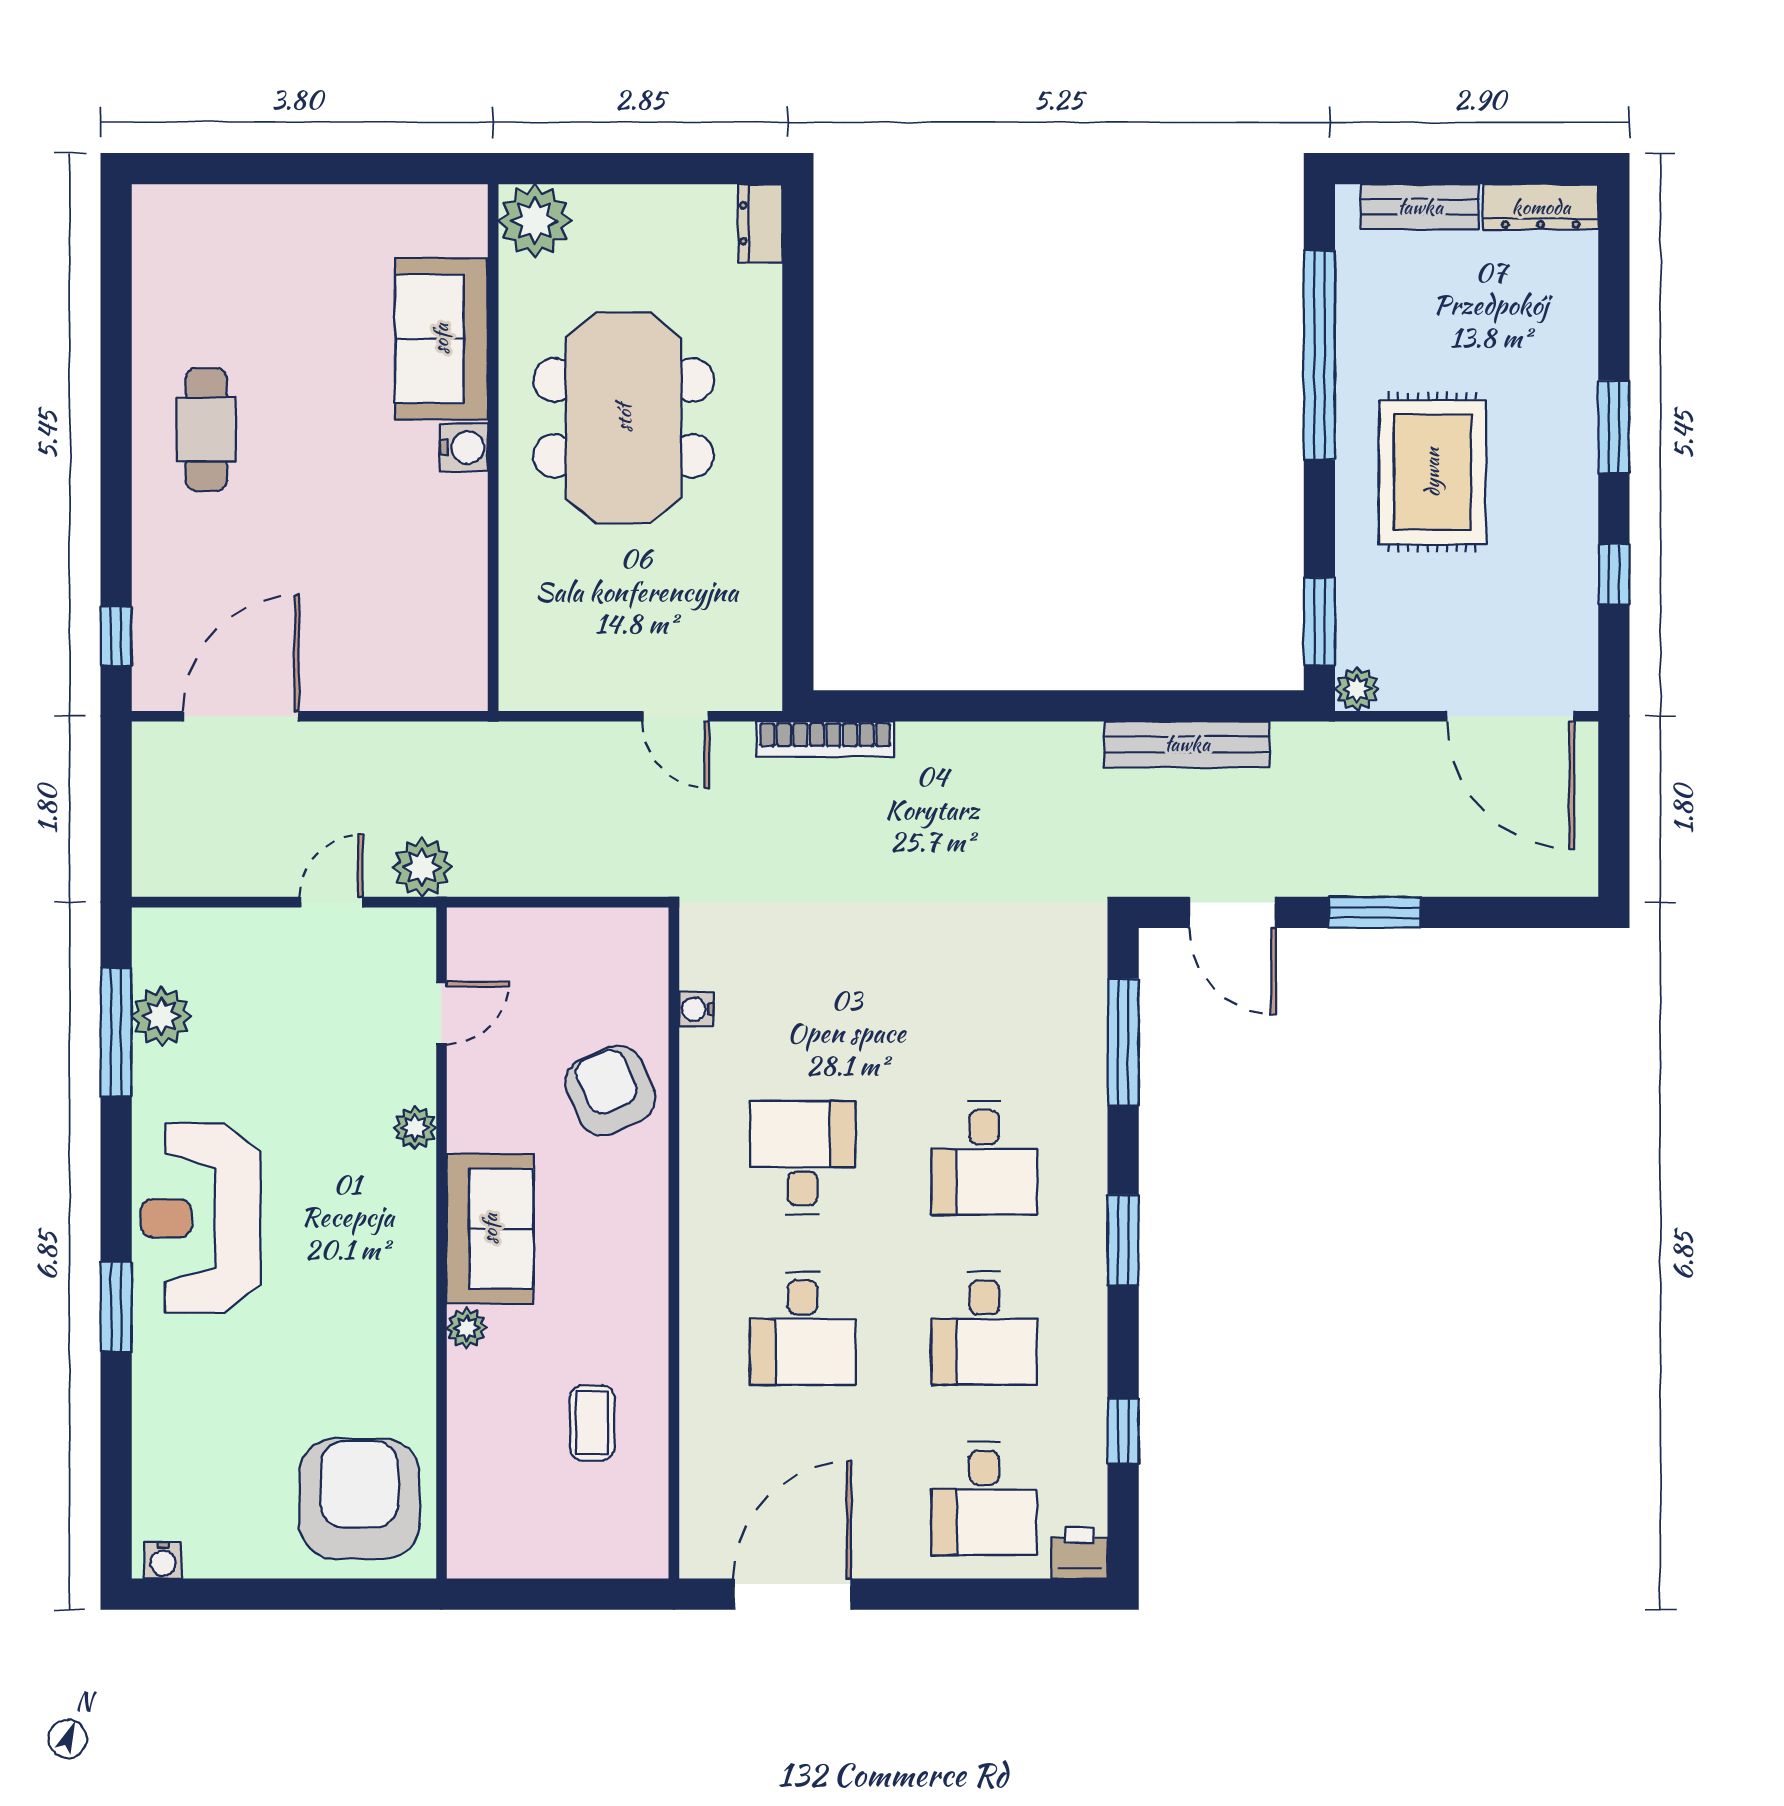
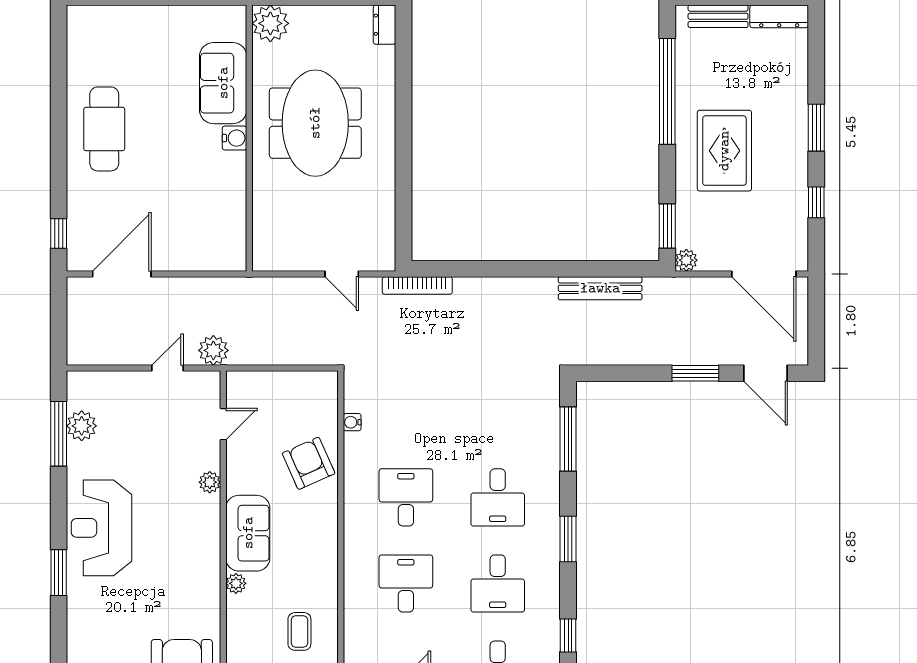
cafe table: (206, 429) -> (104, 129), width x1.37, depth x1.35
door: (1233, 912) -> (766, 373), moved
desk: (803, 1328) -> (406, 583), turned 180

